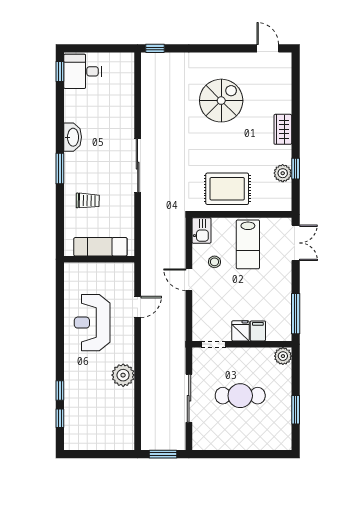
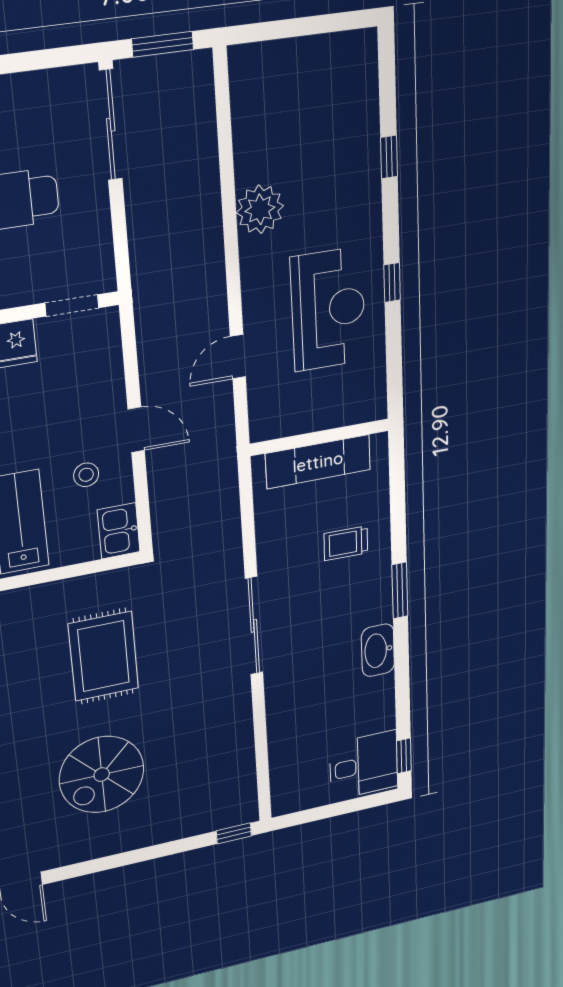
rug: (227, 189) -> (103, 656), moved, turned 90
sliding door: (189, 398) -> (111, 125), moved
window: (60, 418) -> (392, 283), moved

